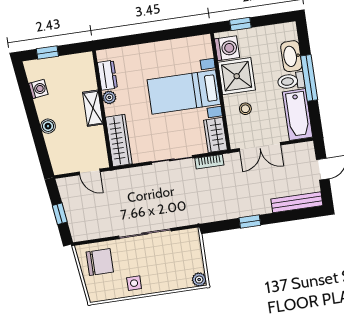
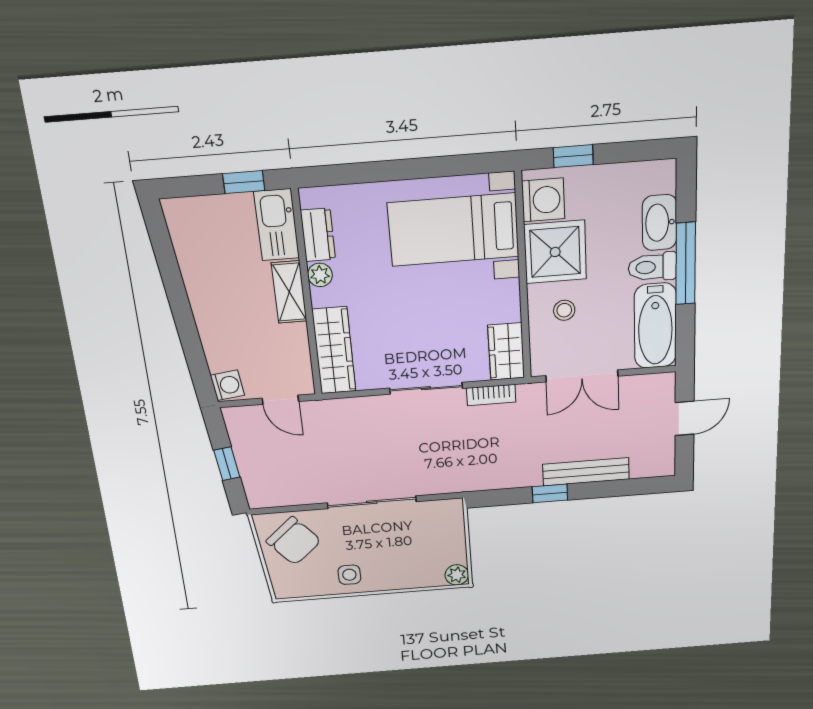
window: (47, 52) -> (244, 182), moved
kitchen sink: (85, 71) -> (277, 225), added
washing machine: (38, 89) -> (227, 385), moved
bed with nightstands: (184, 92) -> (454, 230), moved
boiler: (48, 126) -> (207, 318), removed
bench: (297, 202) -> (586, 472), moved
chair: (100, 262) -> (294, 541), turned 49

